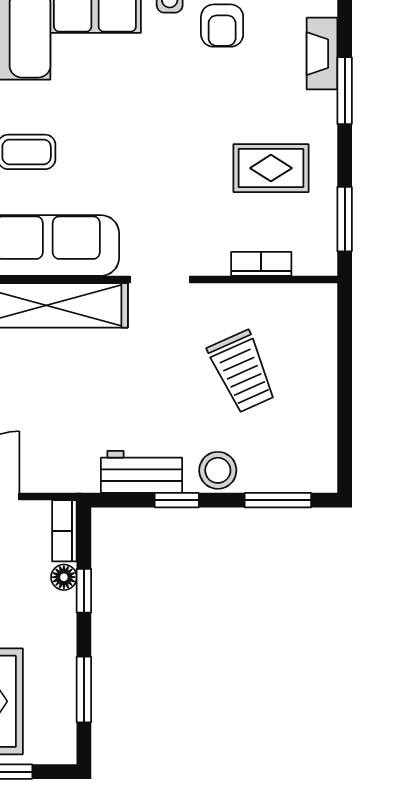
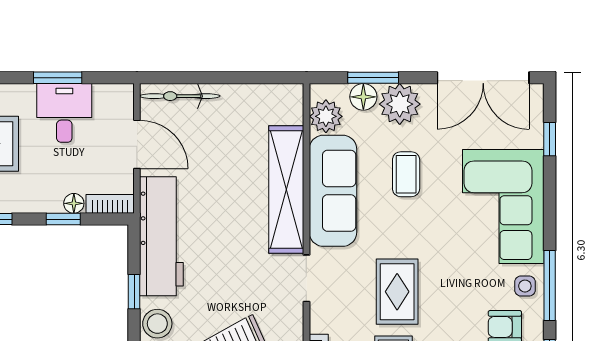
rug: (177, 163) -> (397, 292), added
workbench: (141, 472) -> (161, 236), width x1.88, depth x1.32

